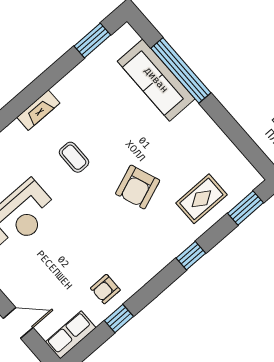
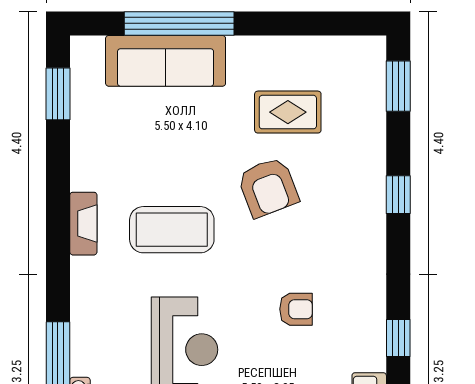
coffee table: (74, 157) -> (172, 230), width x1.86, depth x1.72
rug: (201, 199) -> (288, 112), moved, turned 90
armchair: (105, 289) -> (296, 309), moved, turned -90

